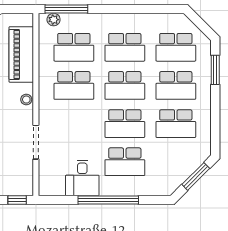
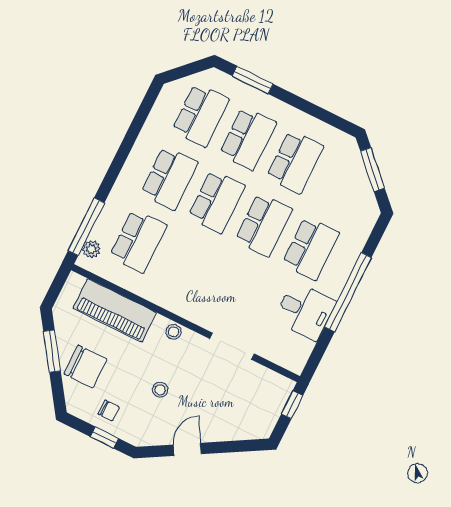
school desk: (74, 85) -> (185, 265), removed

